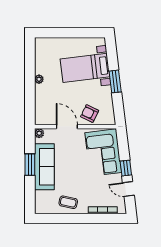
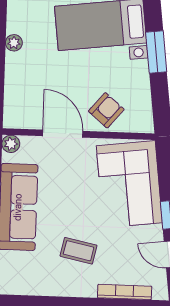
armchair: (90, 114) -> (106, 110), turned 104
coffee table: (68, 202) -> (79, 251), moved

